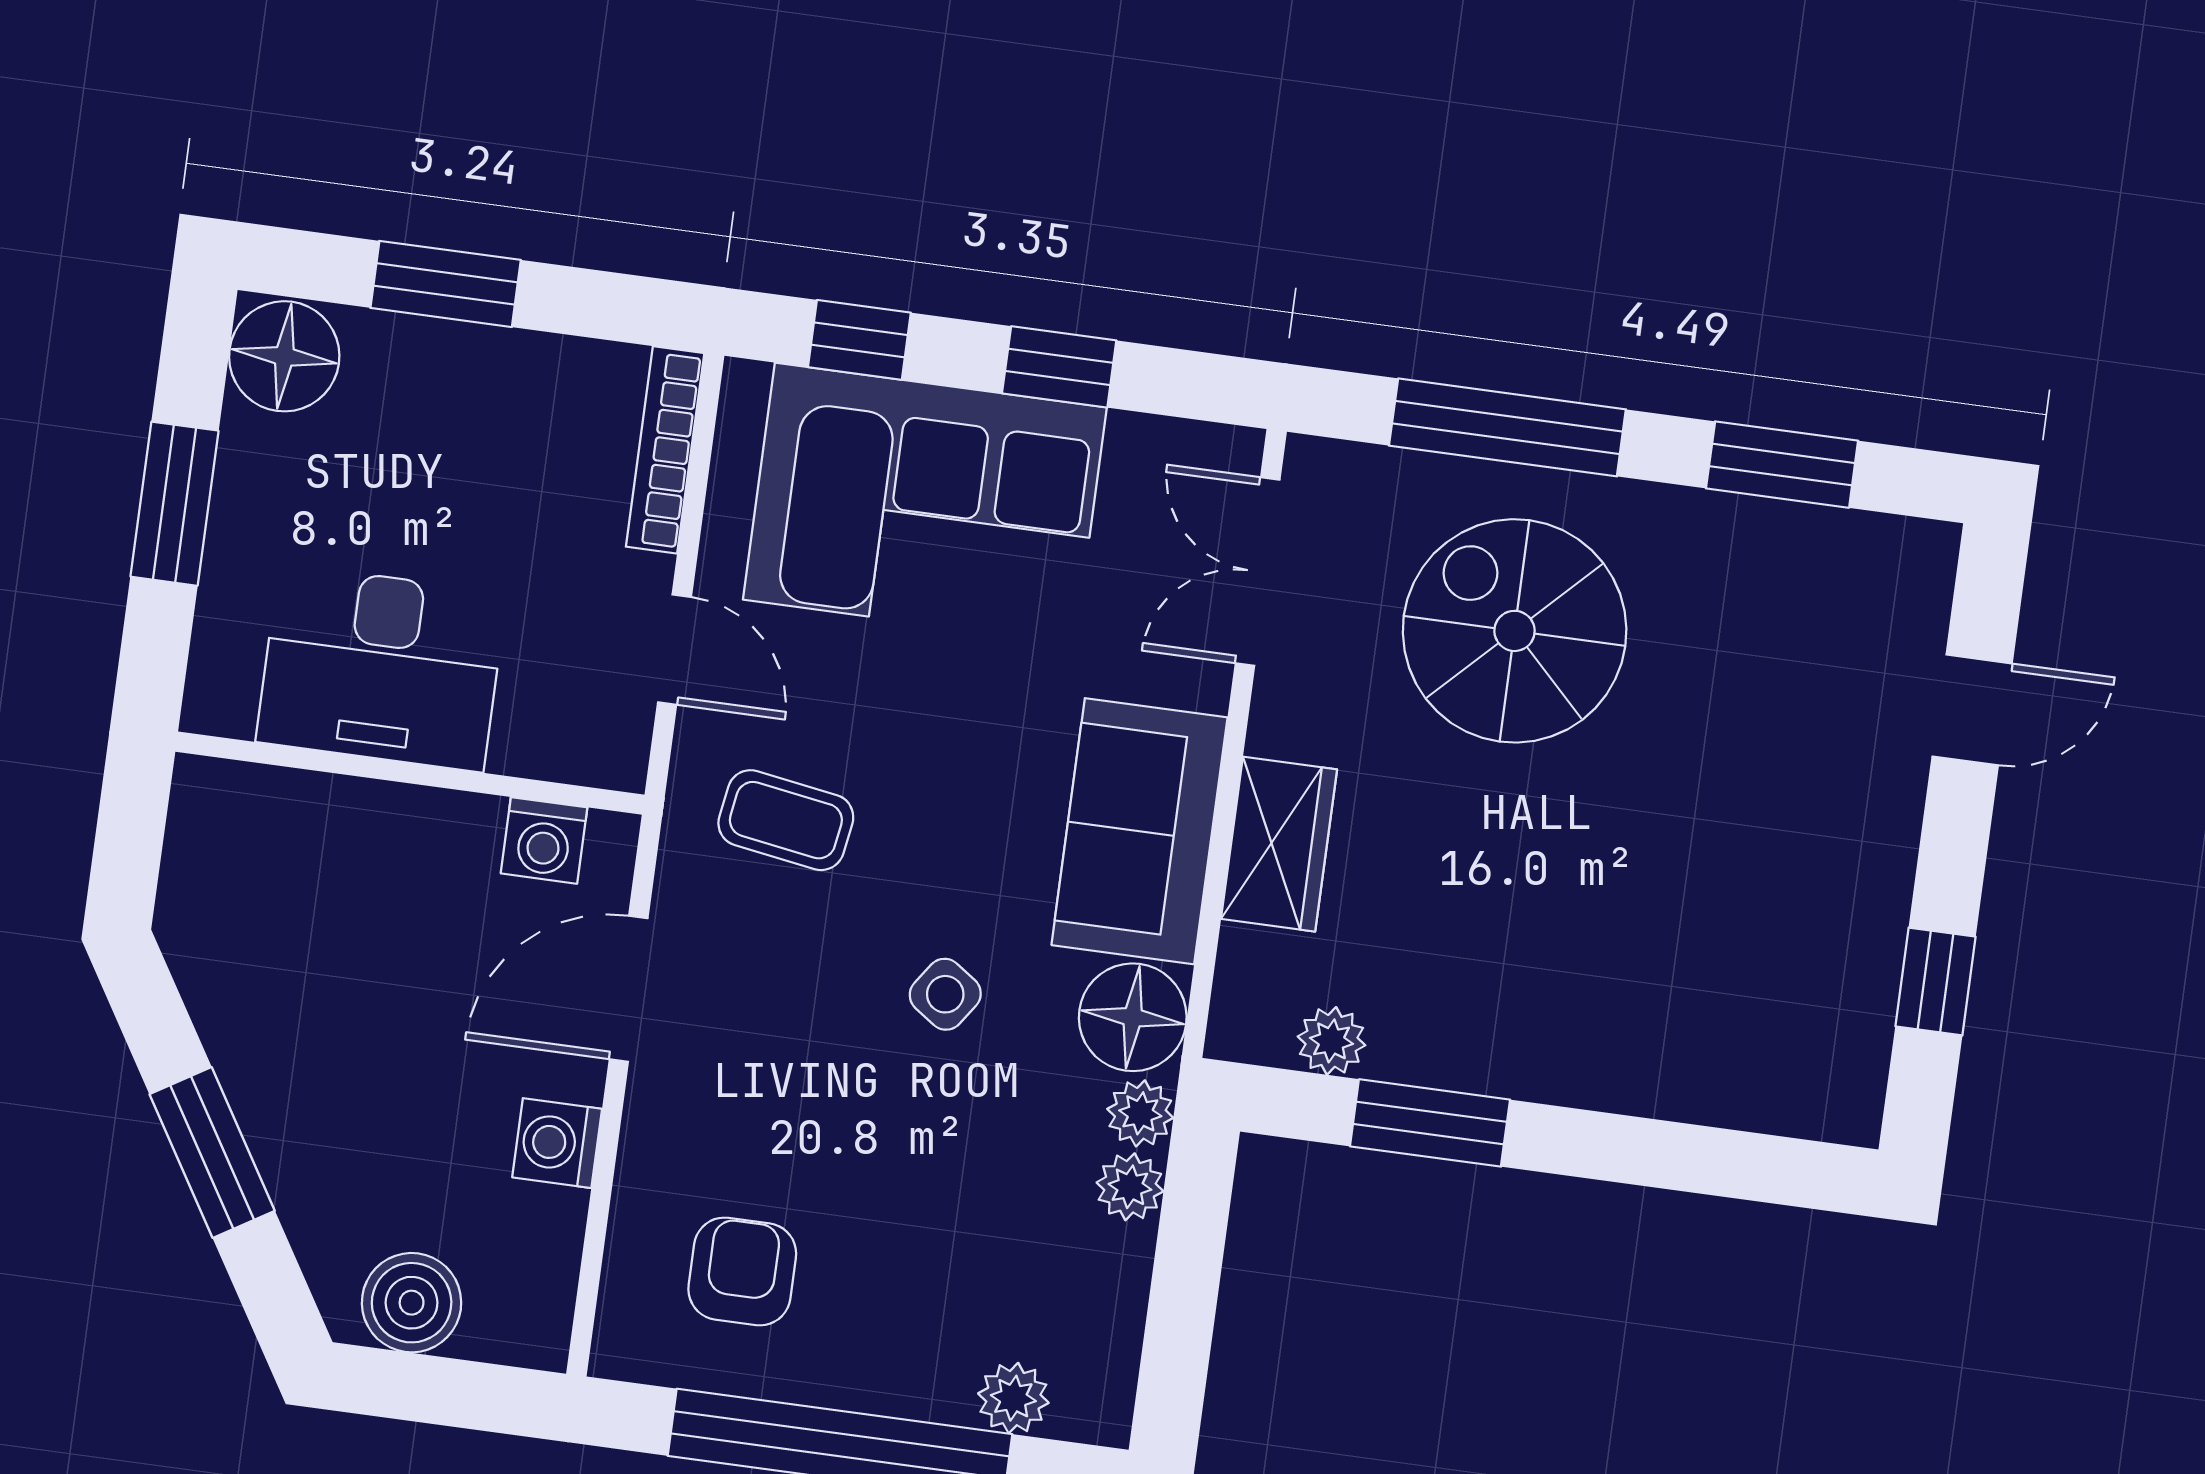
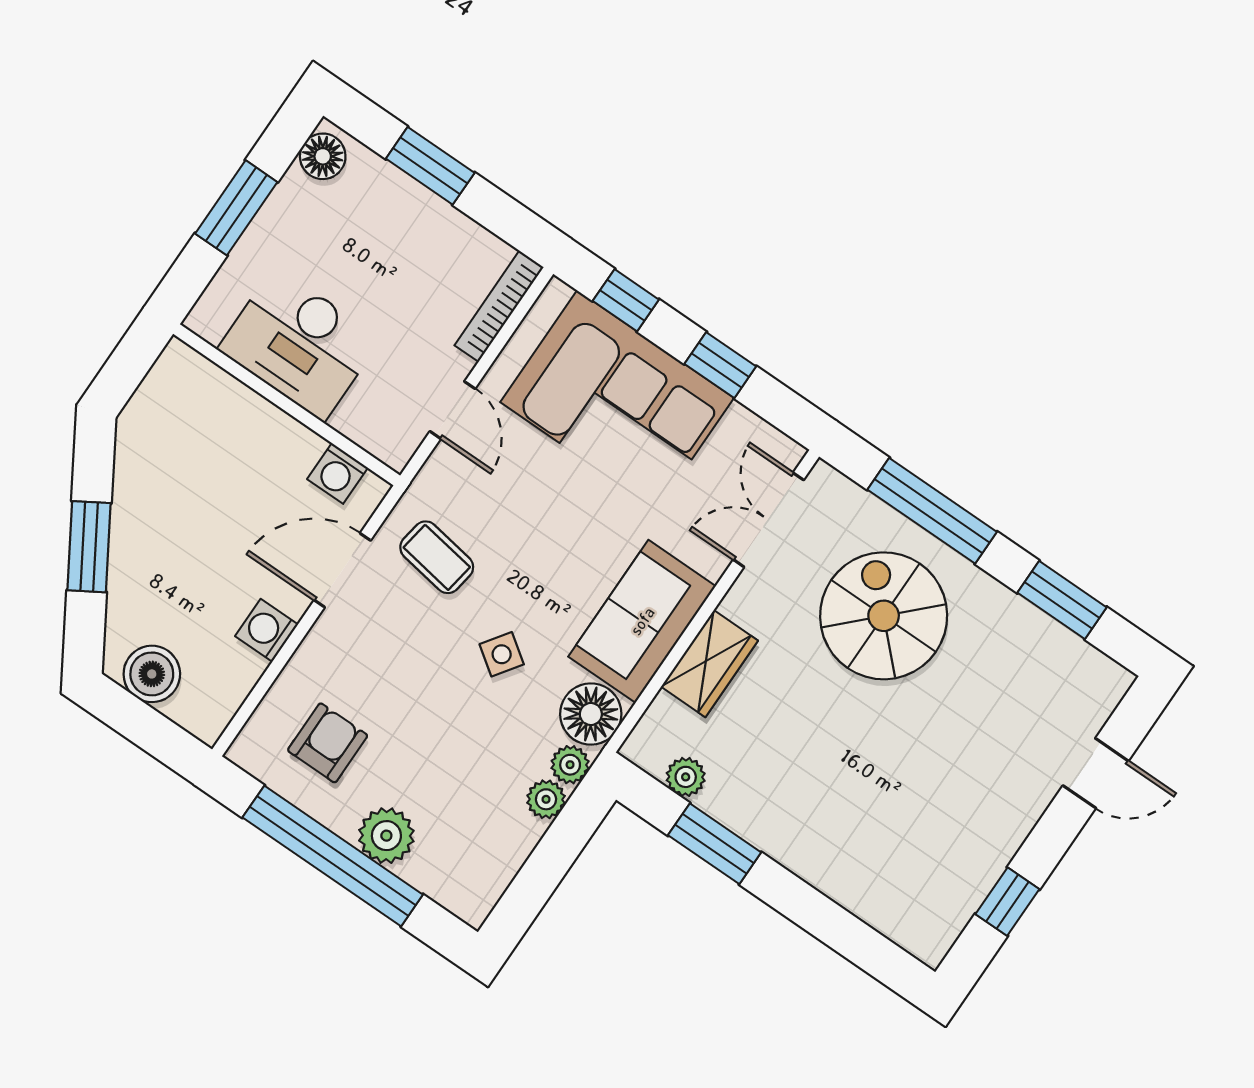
floor lamp: (284, 356) -> (323, 156), width x0.73, depth x0.73
coffee table: (786, 820) -> (437, 557), moved
plant: (1013, 1398) -> (386, 836), moved, width x1.38, depth x1.38

